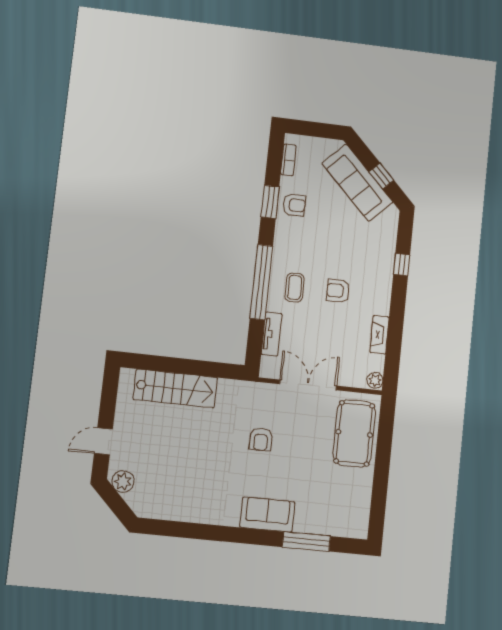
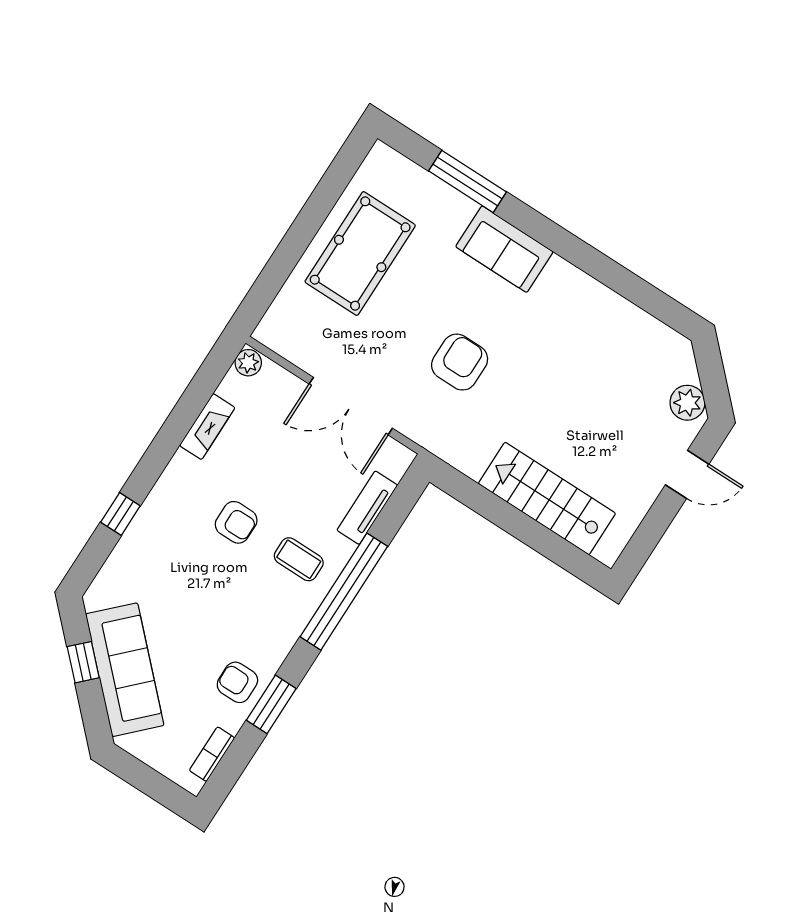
coffee table: (295, 288) -> (299, 559), turned 90
pool table: (354, 433) -> (360, 253), moved
armchair: (261, 439) -> (460, 362), width x1.38, depth x1.38

